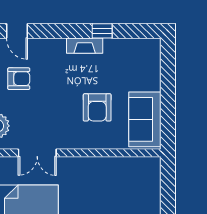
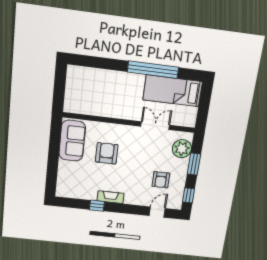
door: (17, 31) -> (157, 212), hinge flipped
armchair: (19, 79) -> (161, 180), turned -90

